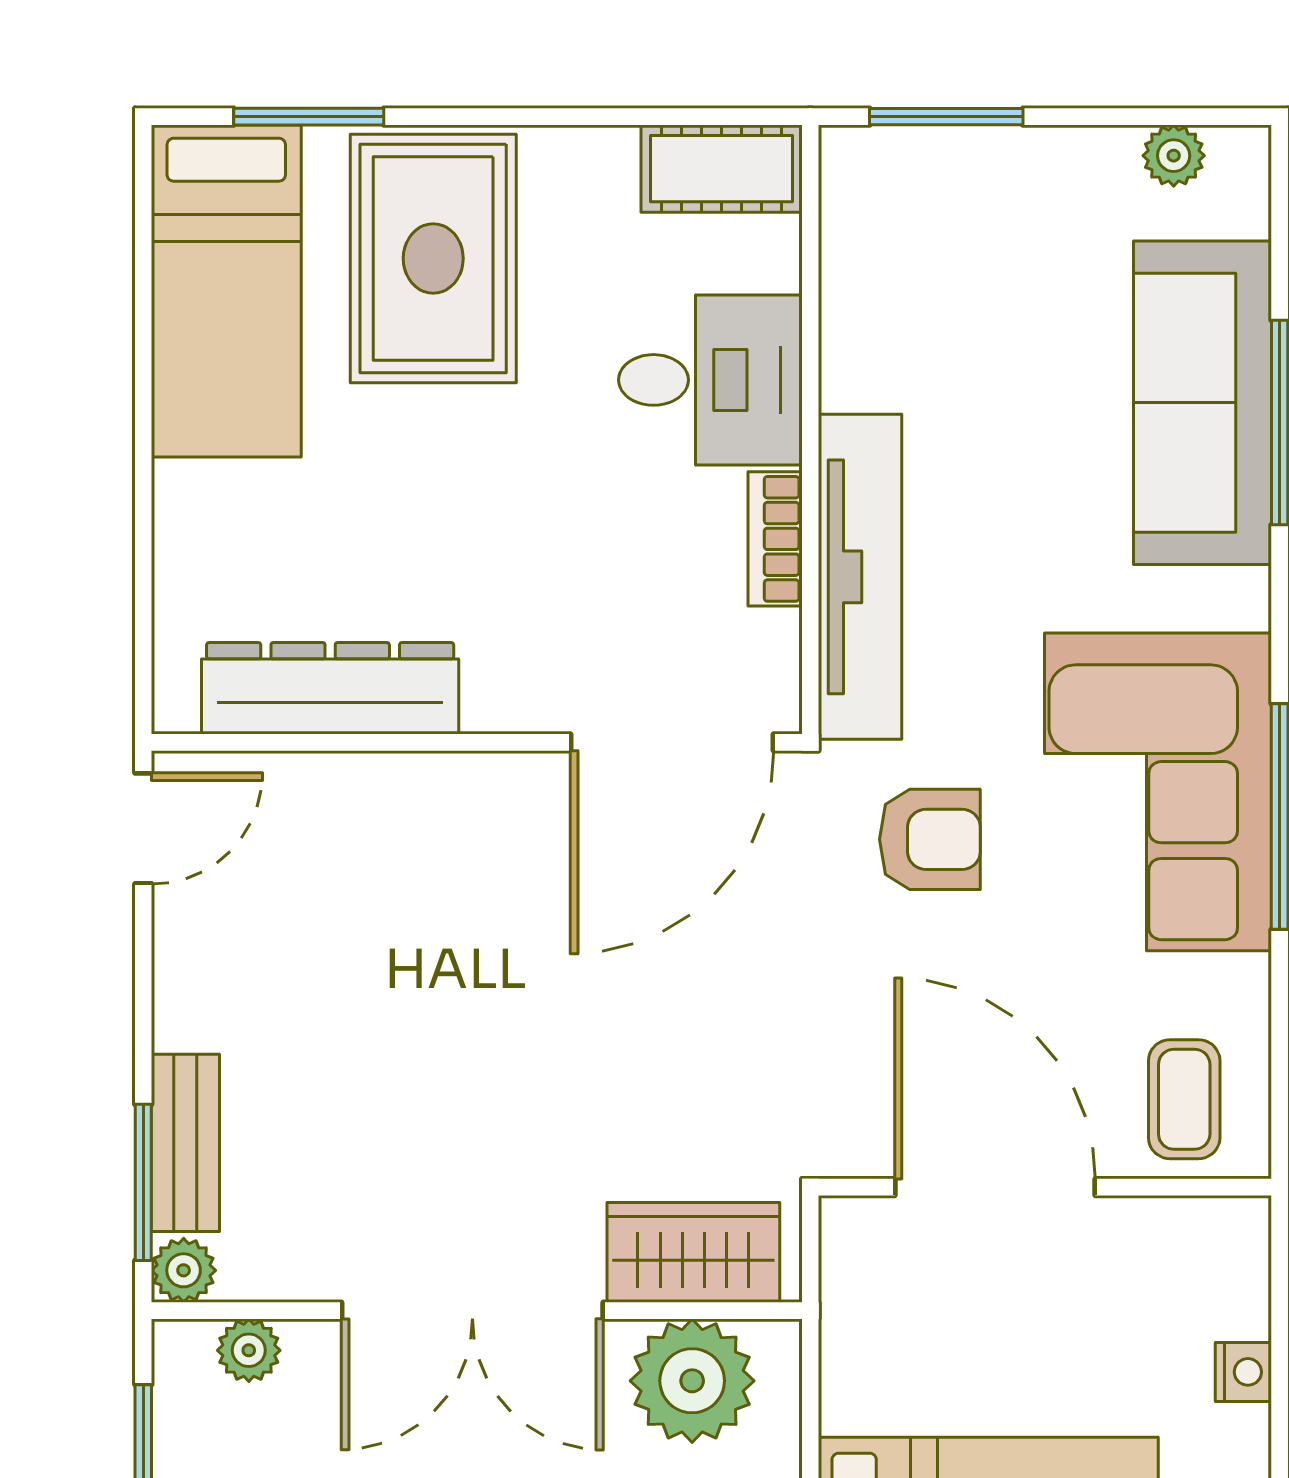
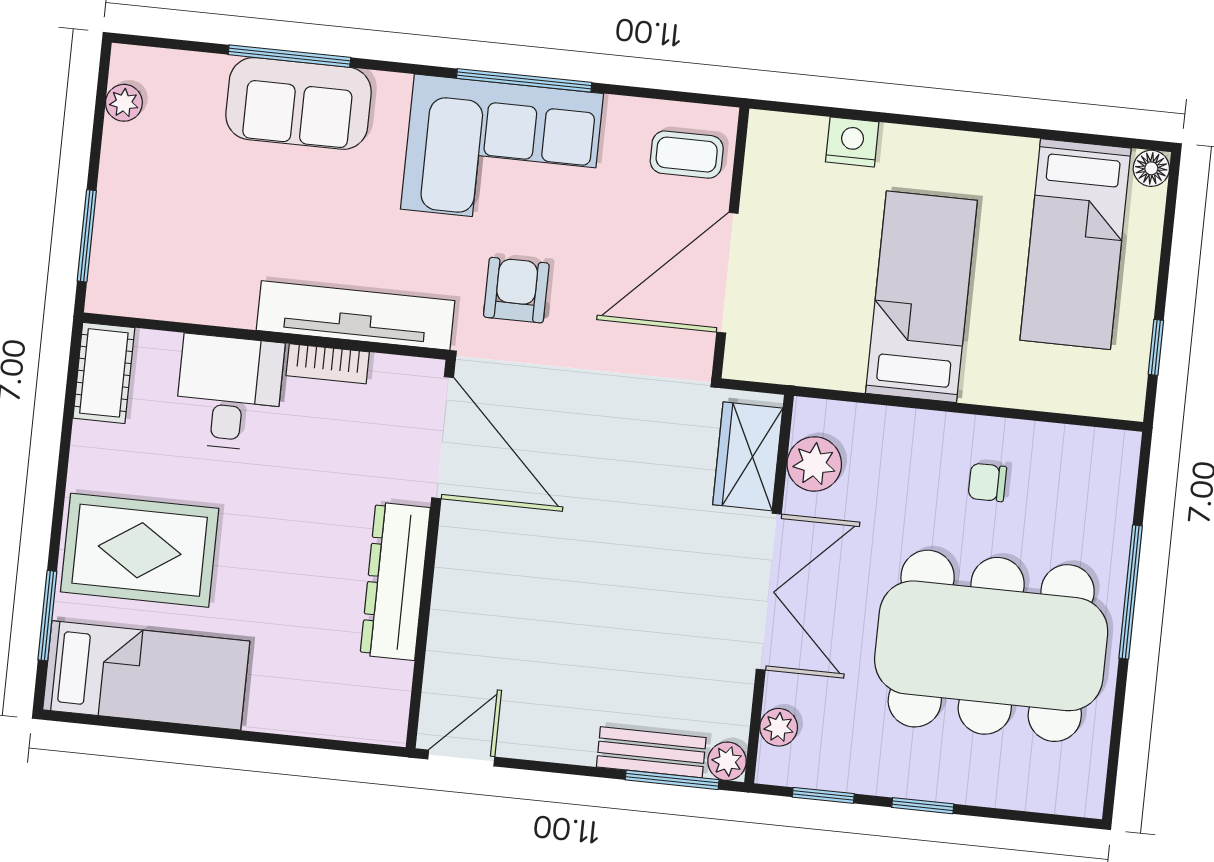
sofa: (1203, 403) -> (299, 103), width x0.73
dresser: (330, 688) -> (395, 581), moved
door: (143, 828) -> (461, 758), hinge flipped
nightstand: (1243, 1372) -> (852, 142), width x1.39, depth x1.35
plant: (692, 1381) -> (814, 464), width x0.73, depth x0.73

